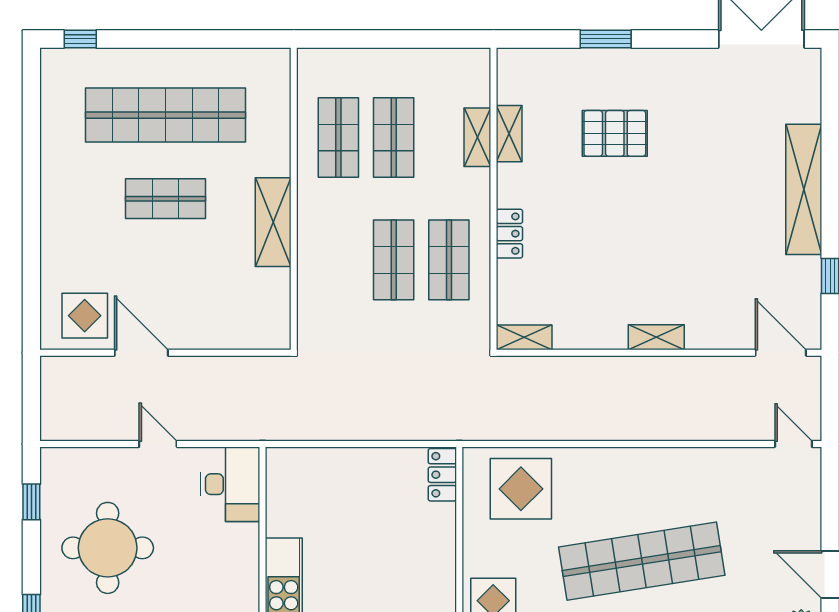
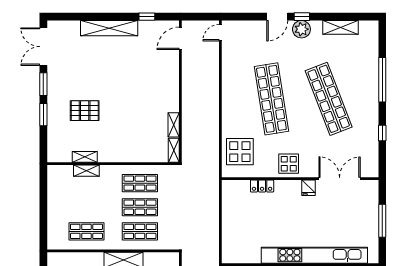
window: (676, 39) -> (43, 84), added
pallet: (615, 133) -> (85, 111), turned 90
shop shelf: (394, 137) -> (140, 231), moved
locker: (509, 234) -> (128, 157), removed
shelving: (656, 337) -> (174, 125), moved
locker: (442, 475) -> (262, 186), moved

